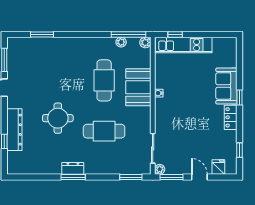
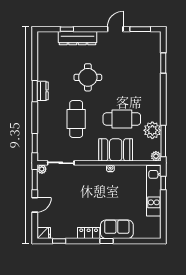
plant: (121, 42) -> (152, 130), width x1.88, depth x1.88
fridge: (218, 167) -> (44, 233), moved

